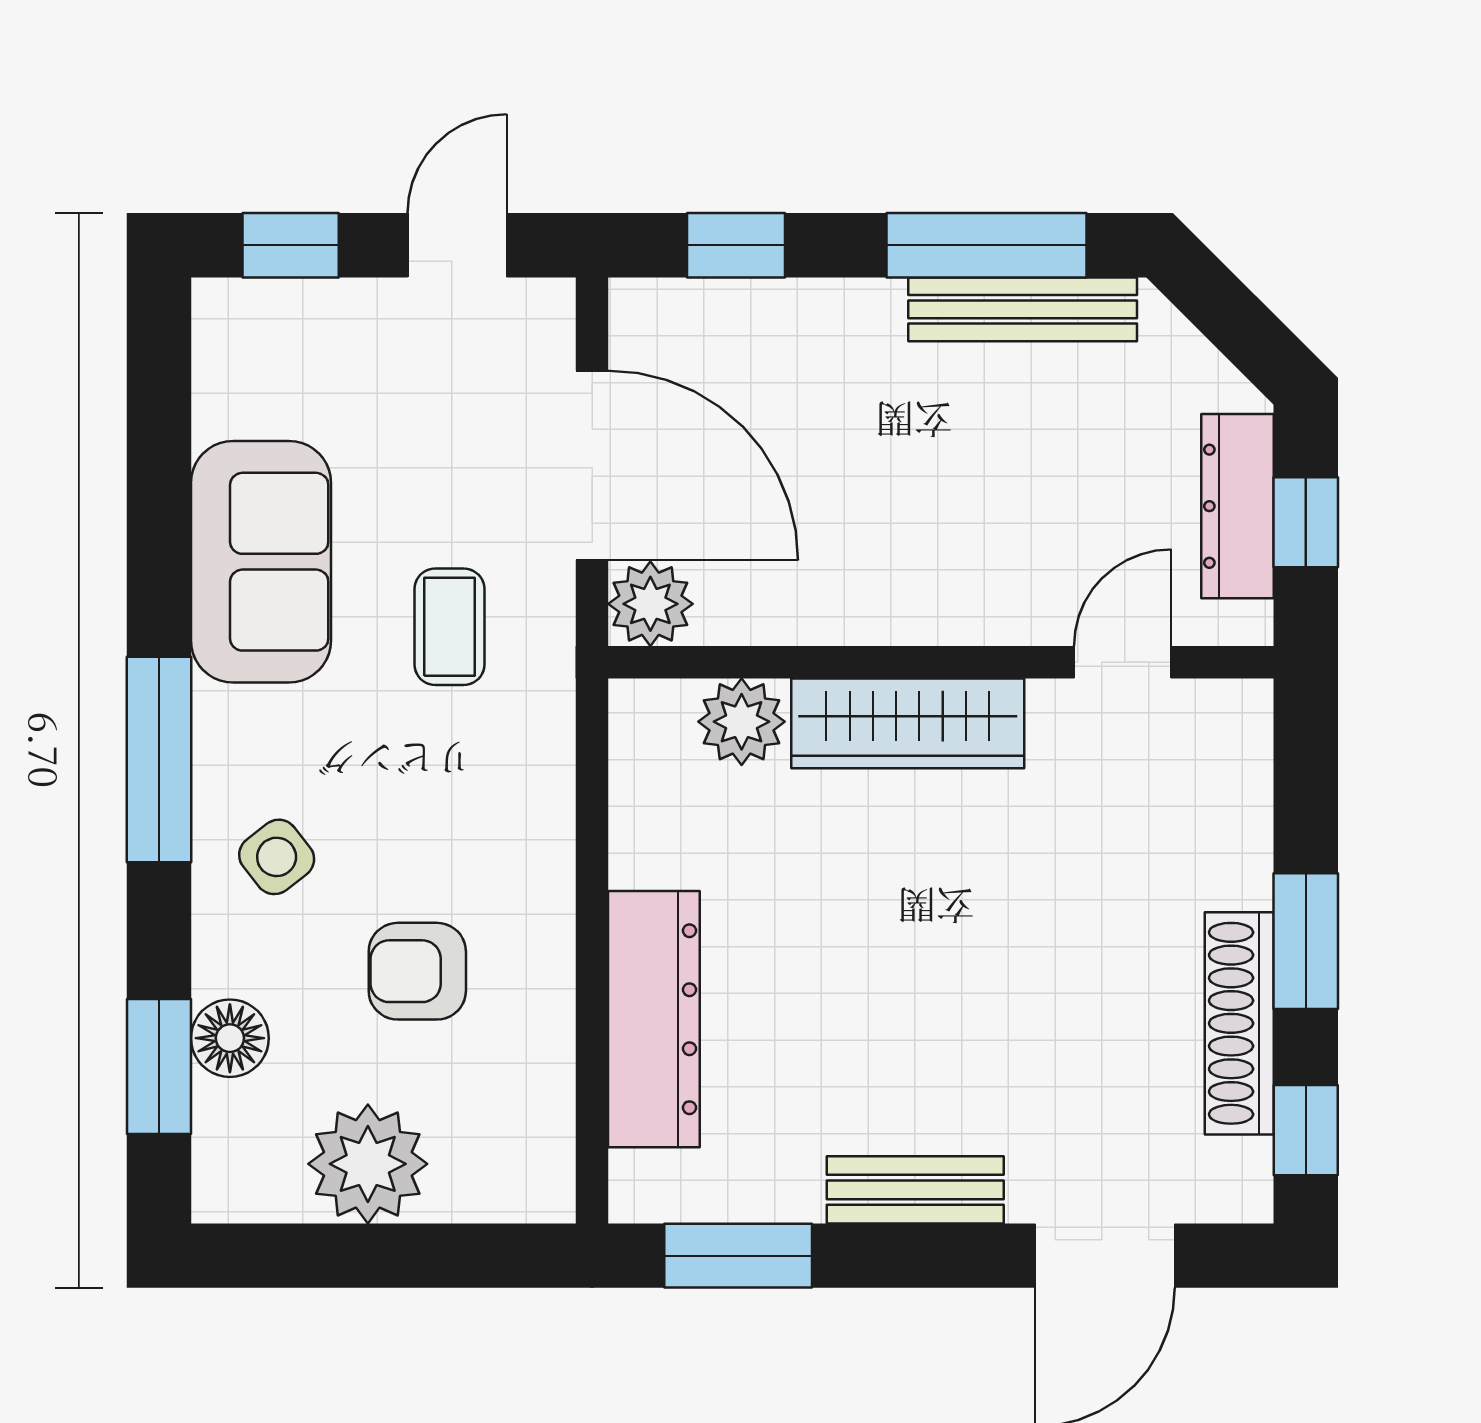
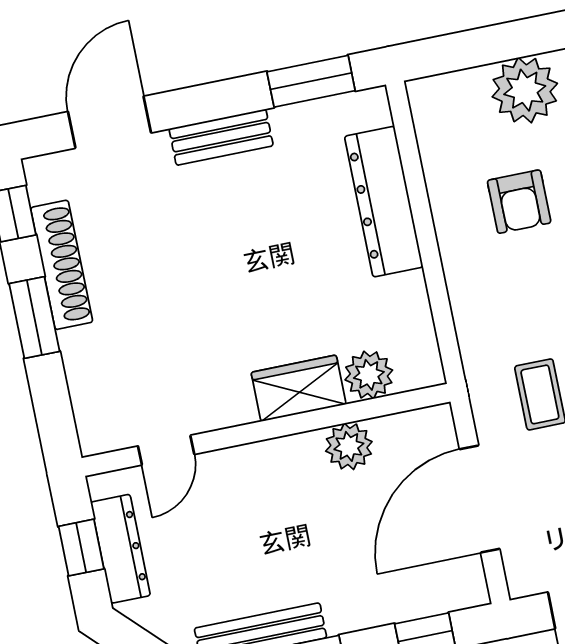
door: (592, 465) -> (480, 499), hinge flipped
plant: (650, 604) -> (349, 446), moved
wardrobe: (908, 723) -> (299, 388), width x0.67
armchair: (417, 971) -> (519, 202), turned 90

